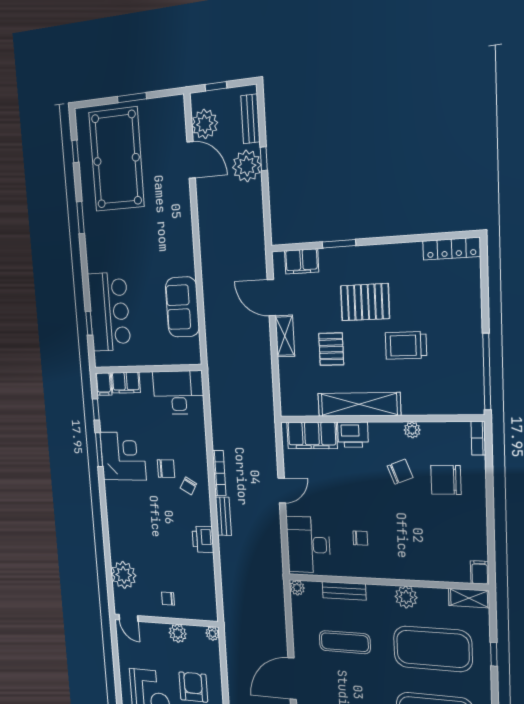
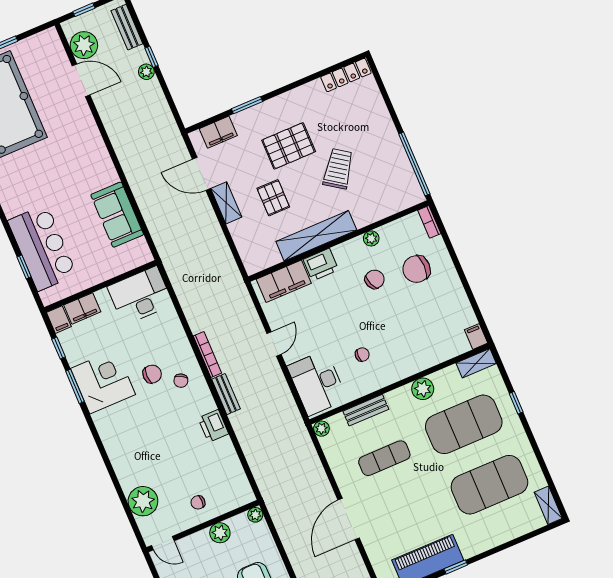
plant: (247, 166) -> (146, 72), width x0.53, depth x0.53
trolley: (406, 345) -> (338, 169), turned 125

